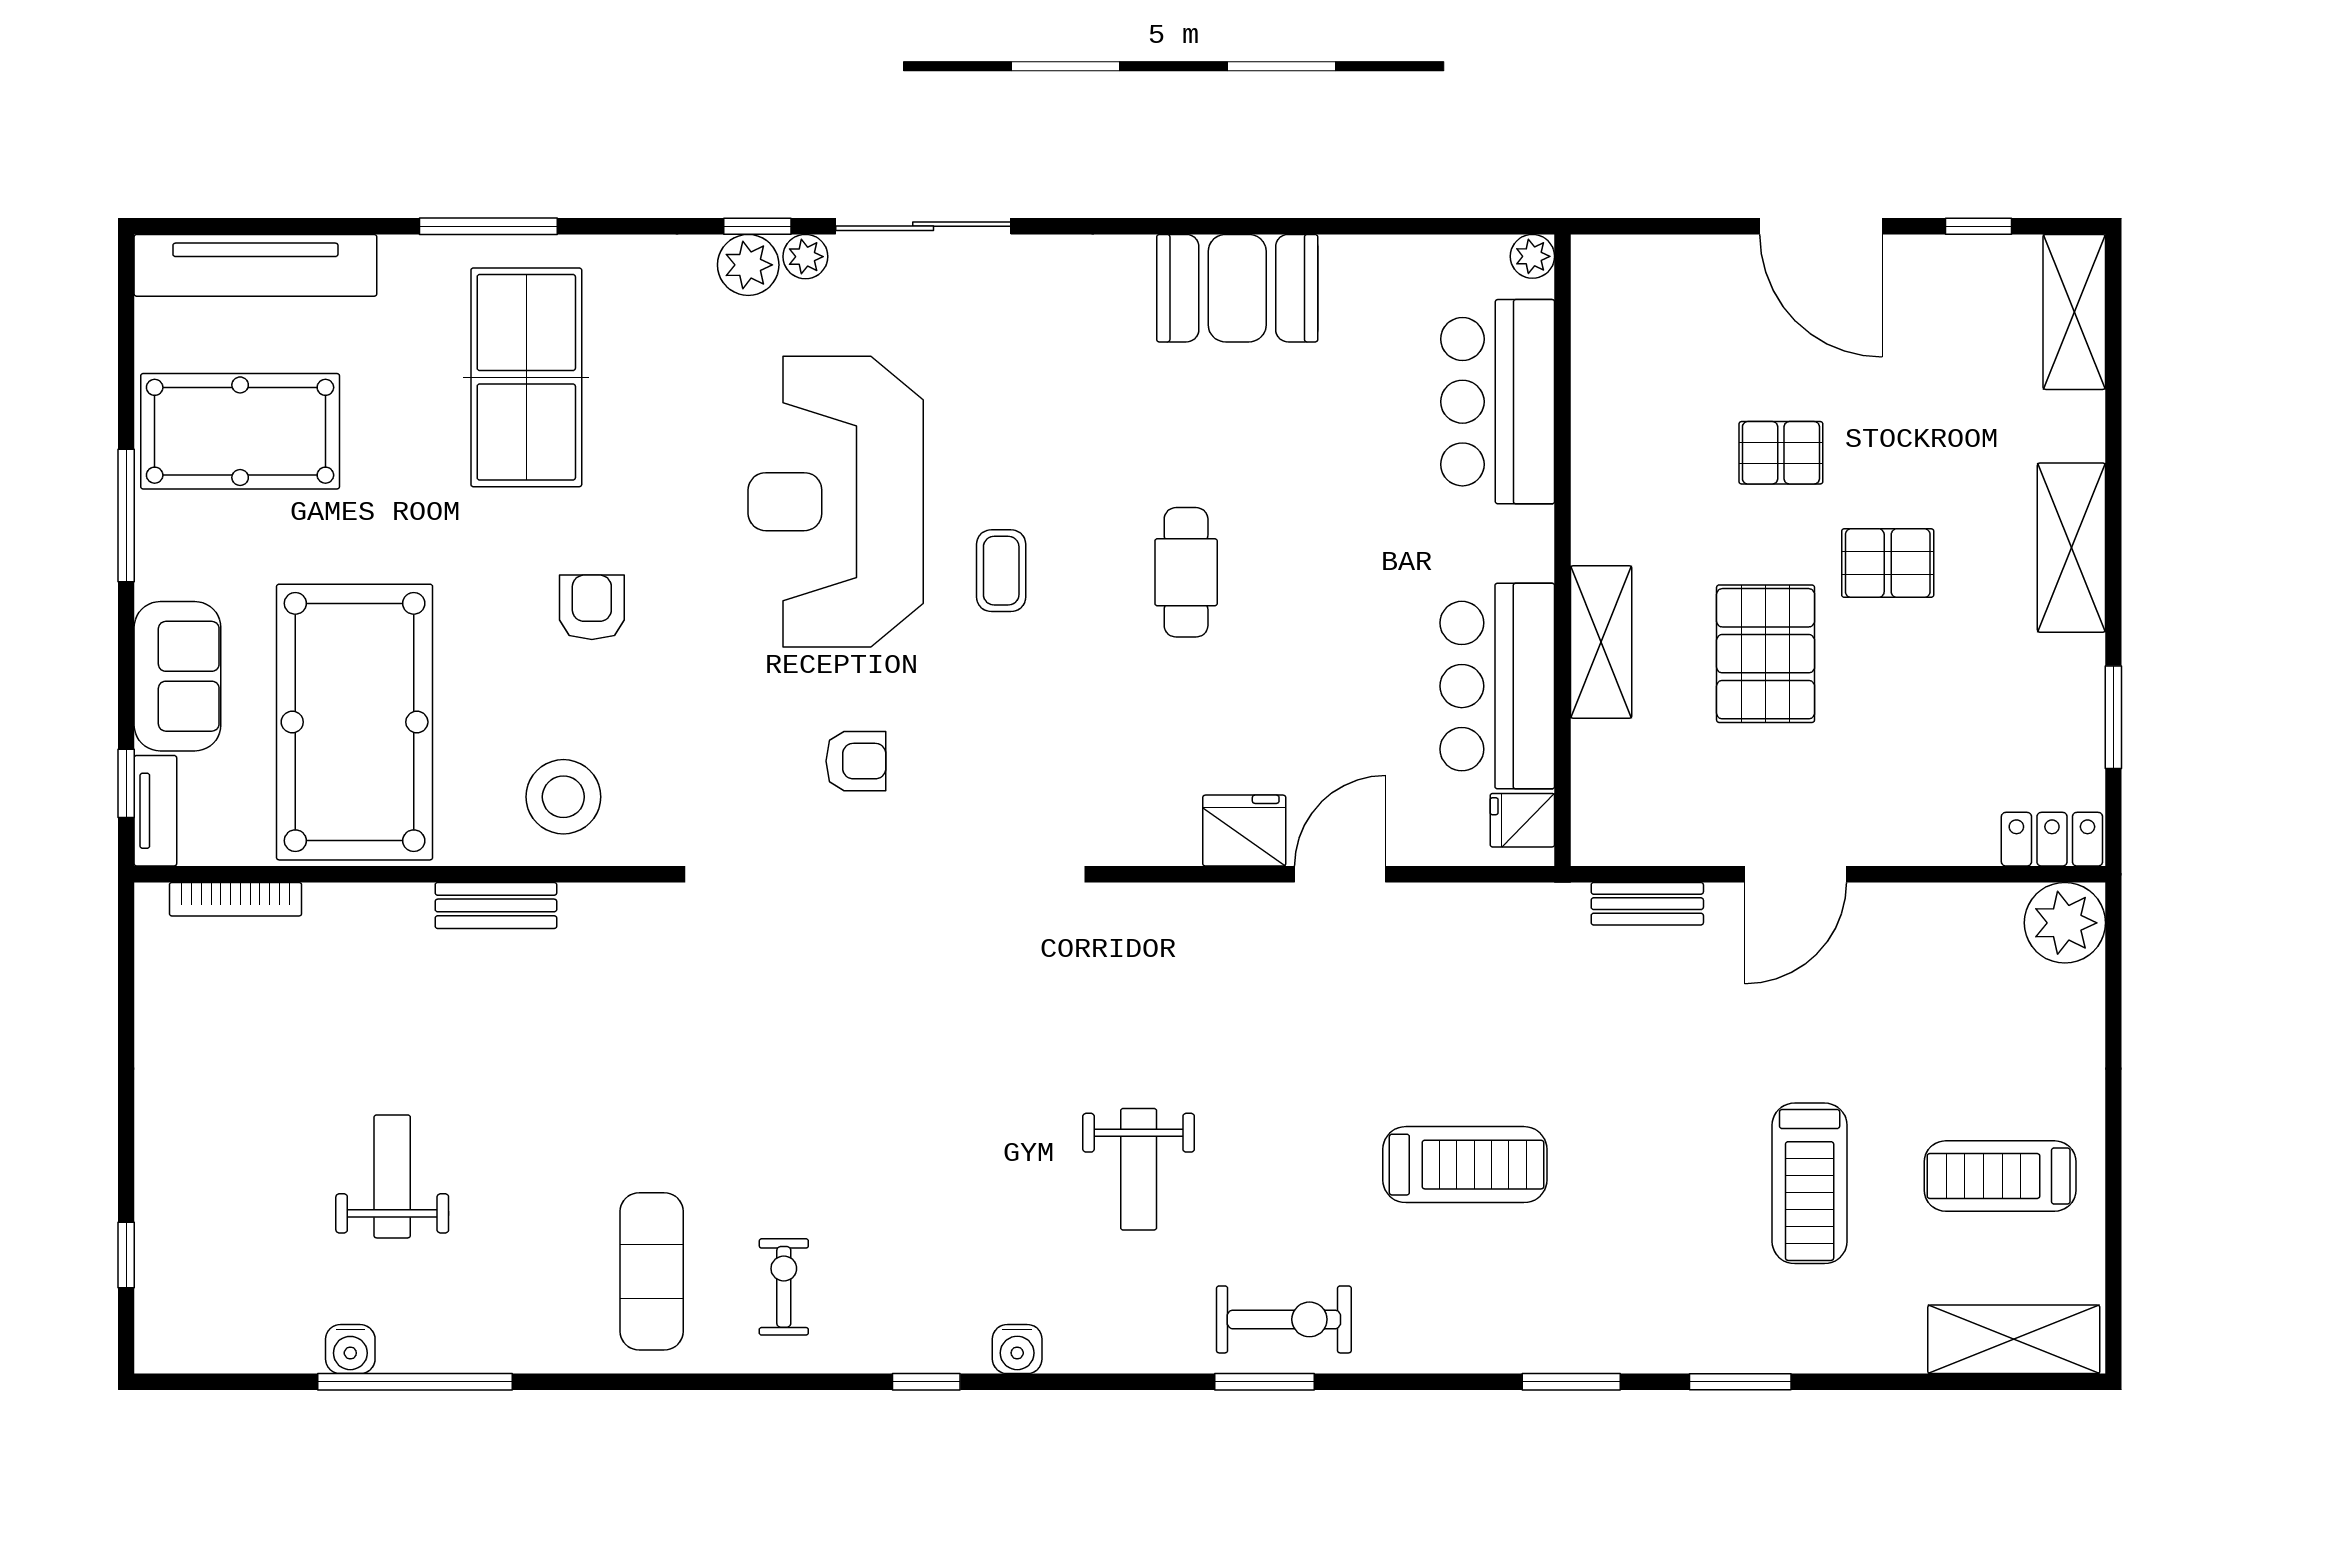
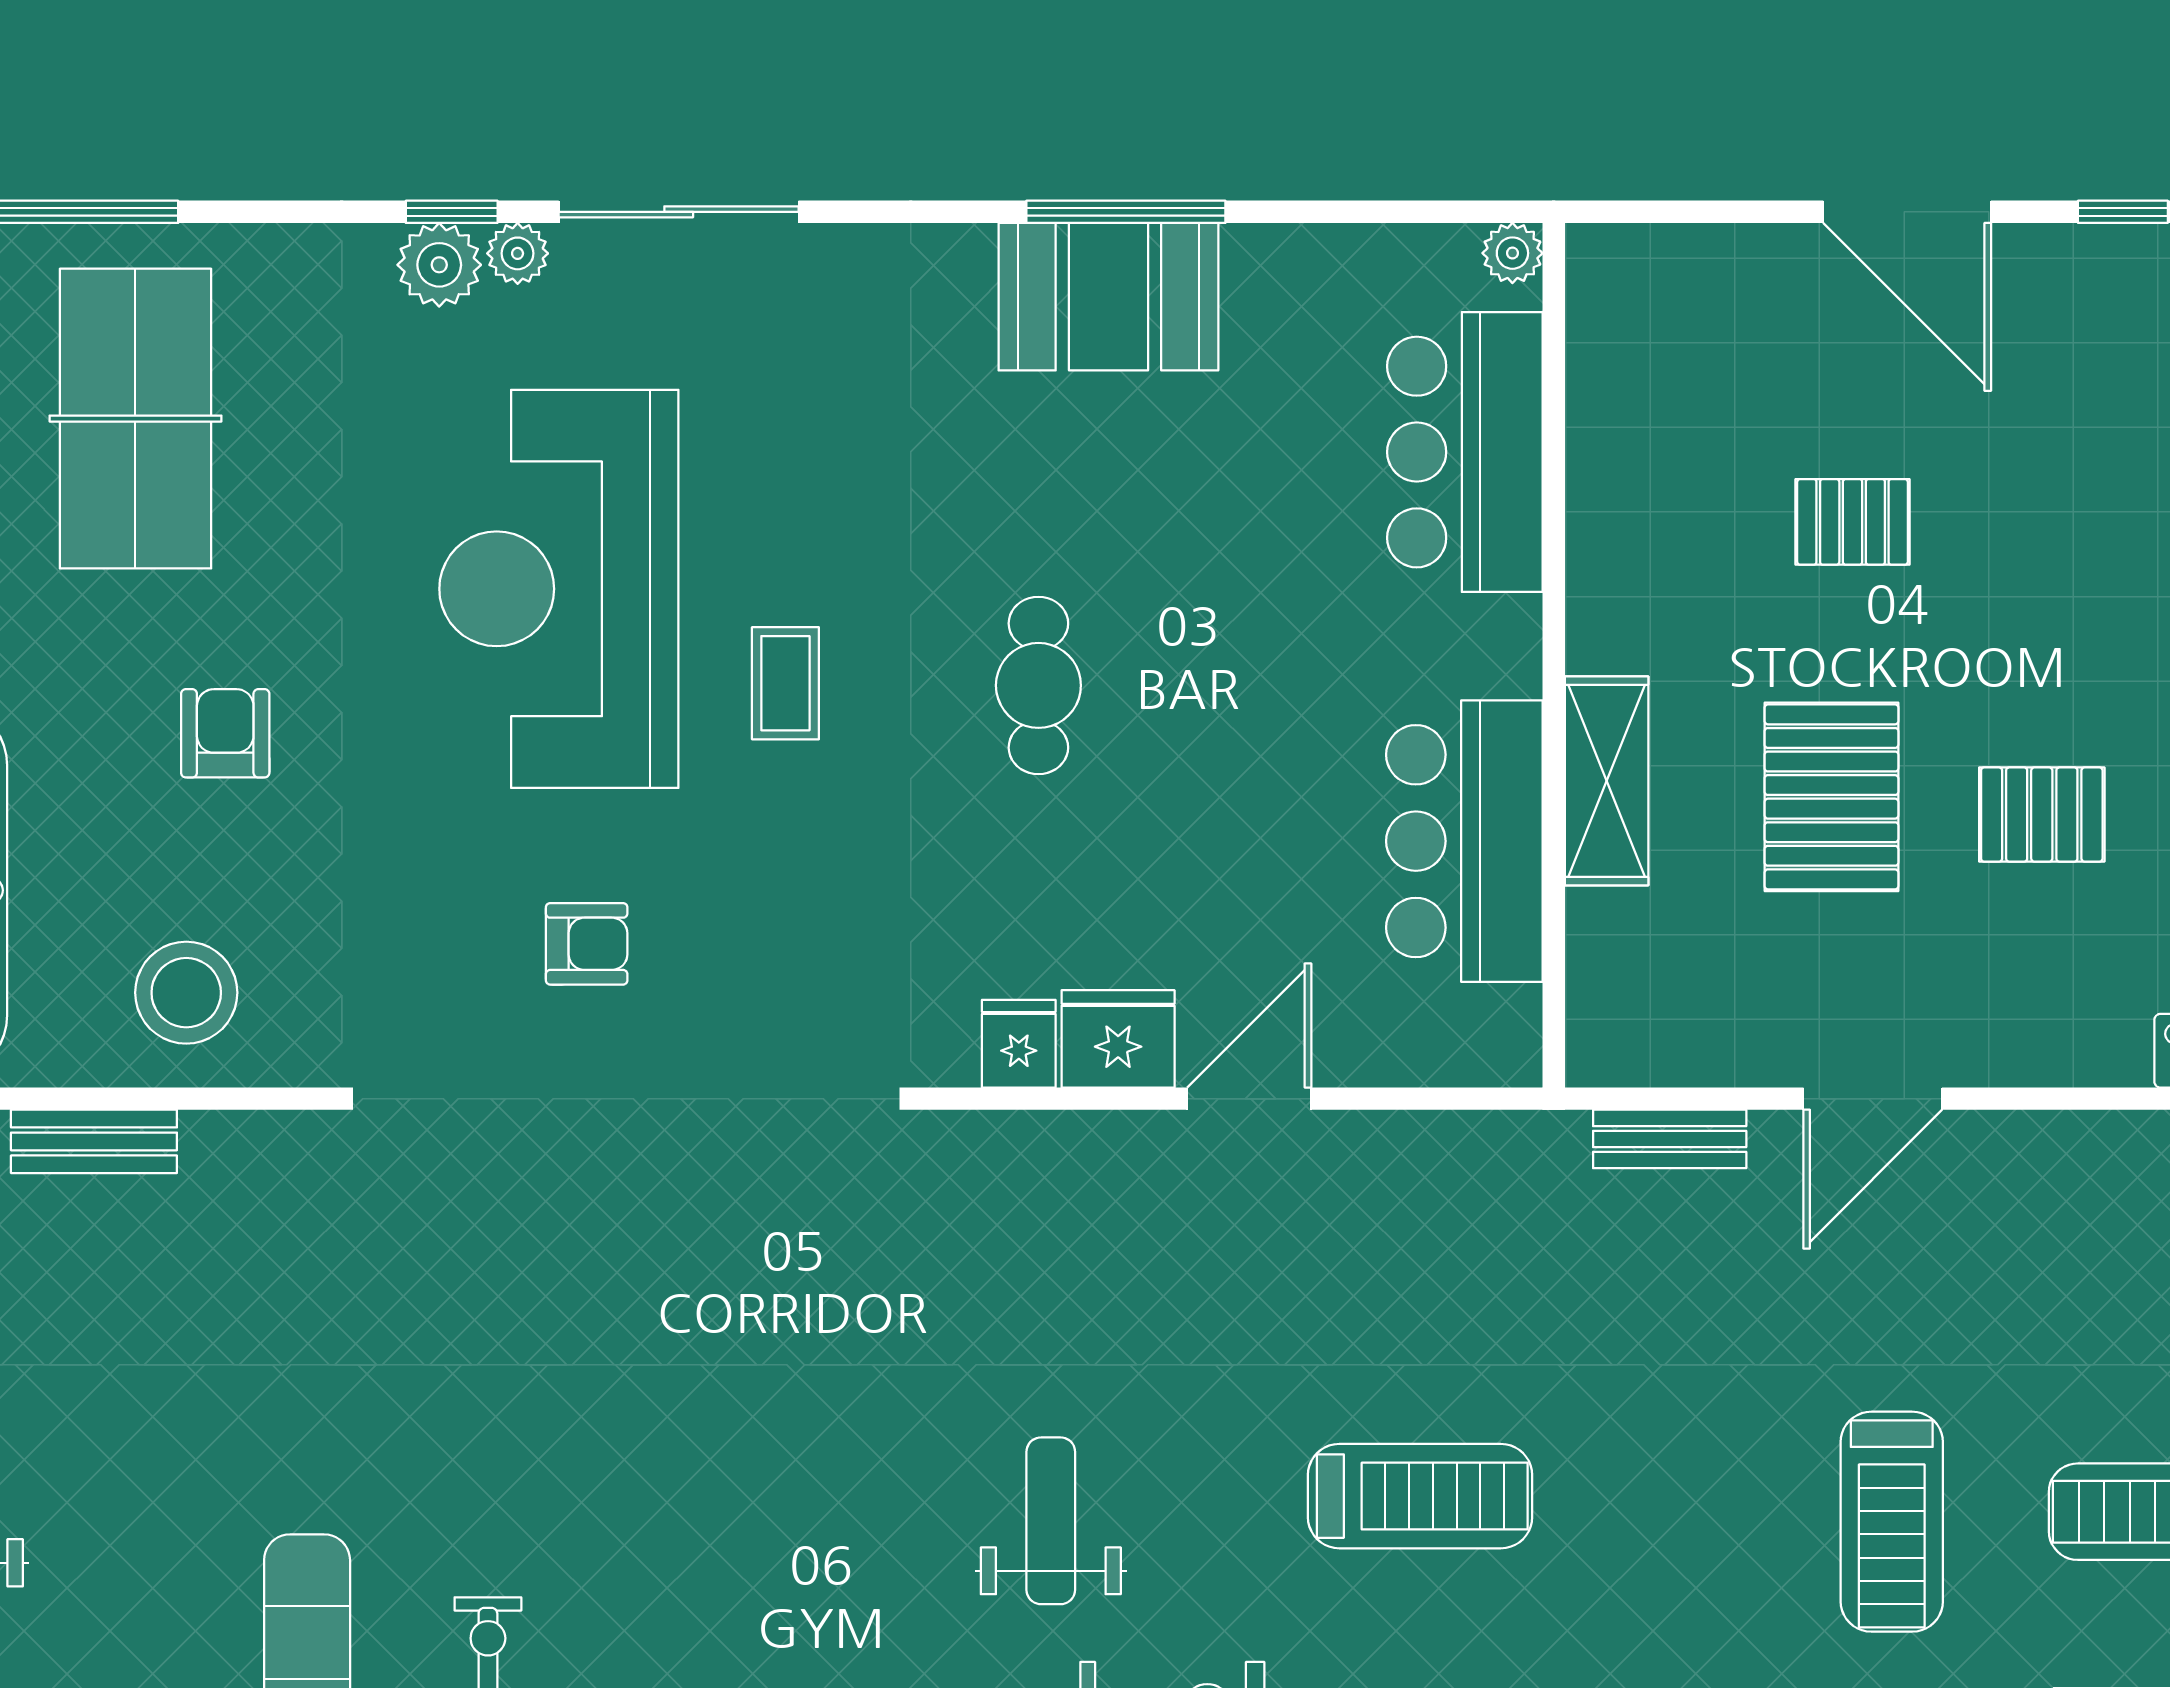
window: (1250, 226) -> (1126, 212), added
pallet: (1888, 563) -> (2042, 815), moved
fridge: (1522, 820) -> (1019, 1044), moved, turned 90
weight bench: (1139, 1169) -> (1051, 1521), moved, turned 180

